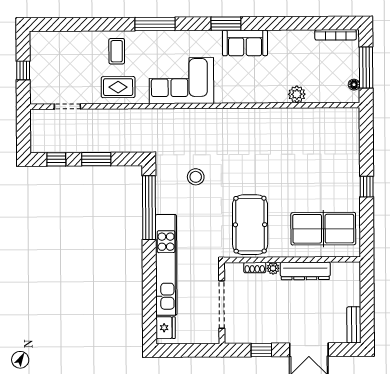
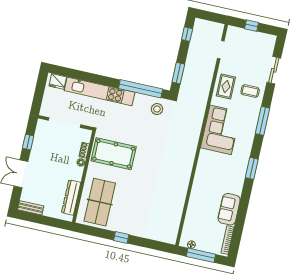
sliding door: (79, 24) -> (274, 70), added
sofa: (245, 43) -> (229, 209), moved
plant: (297, 94) -> (194, 205), removed
window: (96, 159) -> (178, 73), moved
stool: (196, 177) -> (157, 109), moved
dresser: (305, 271) -> (71, 198), moved

